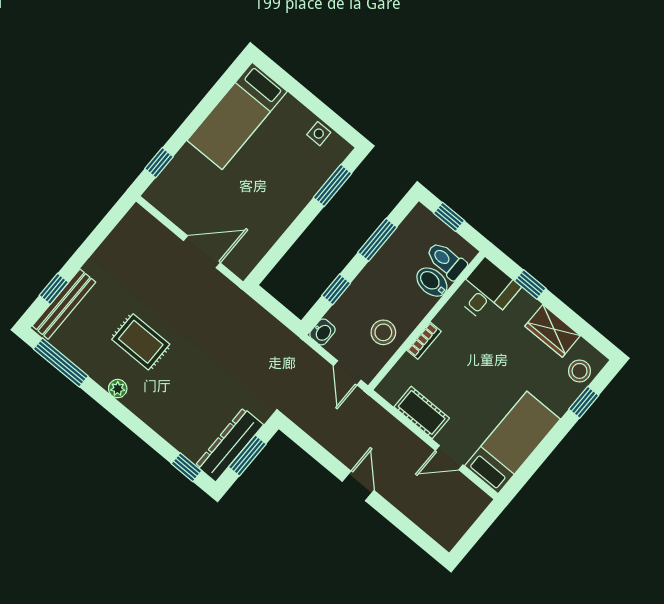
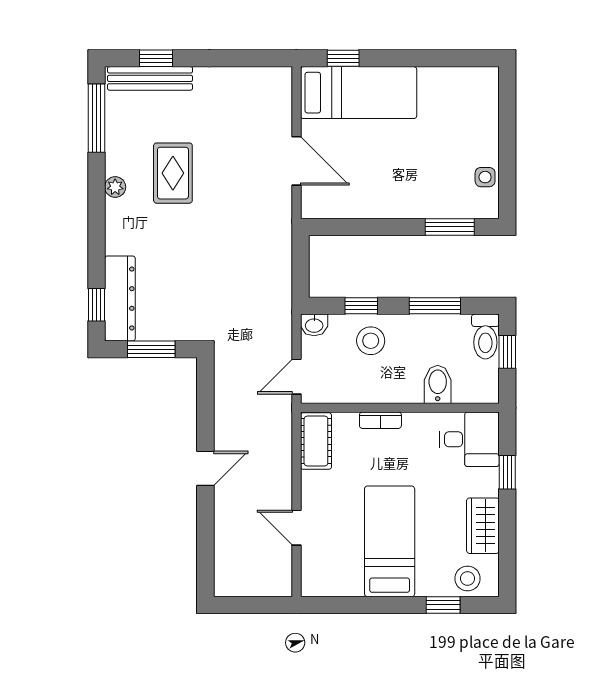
bed: (237, 116) -> (359, 93), moved, turned 180
toilet: (446, 261) -> (485, 337), moved, turned 180
stool: (383, 332) -> (371, 341), moved
cot: (422, 412) -> (316, 441), moved
bed: (512, 442) -> (390, 541), moved, turned -90
dresser: (229, 445) -> (120, 299), moved, turned 90

